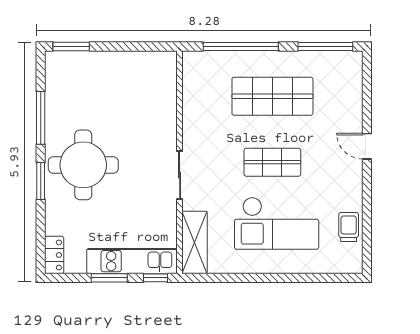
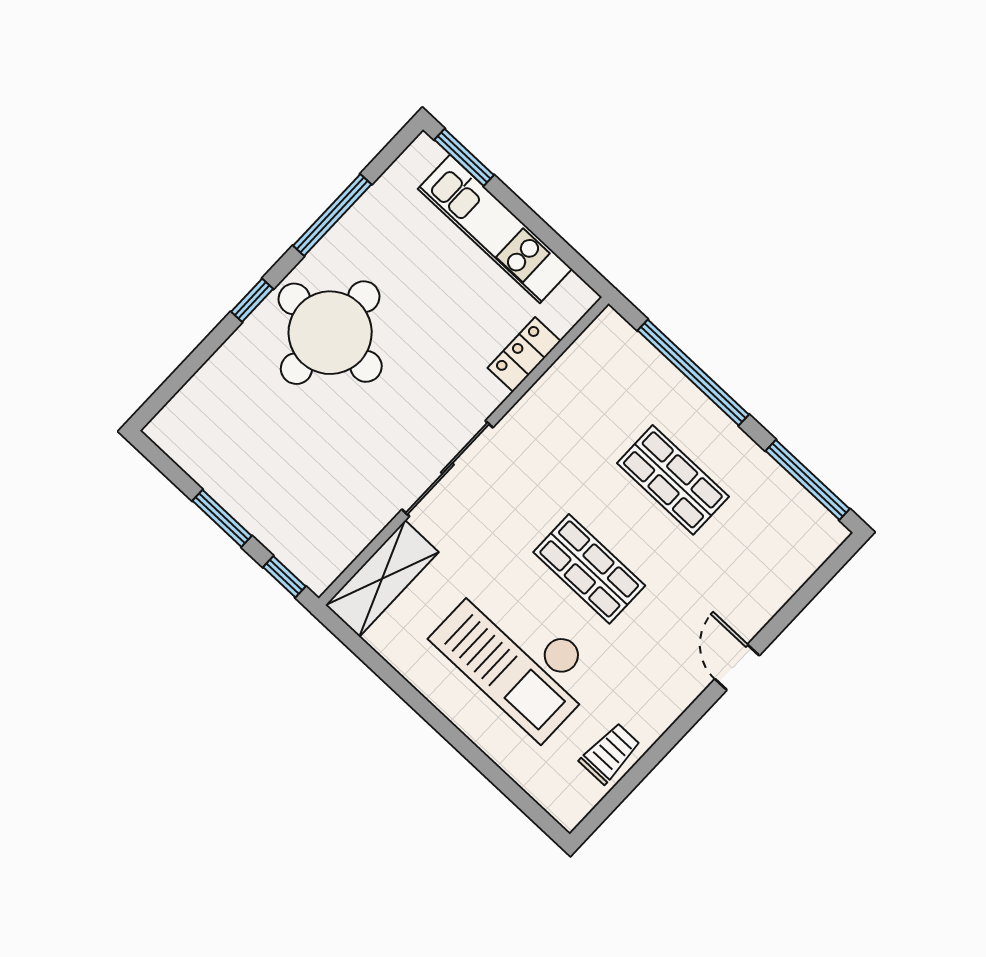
shop shelf: (272, 96) -> (673, 480), width x0.70, depth x0.74
sliding door: (180, 175) -> (447, 468), width x1.37
window: (41, 181) -> (252, 300), width x0.67
locker: (54, 255) -> (524, 354), moved, turned 180
kitchen unit: (132, 261) -> (495, 229), moved, turned 180

